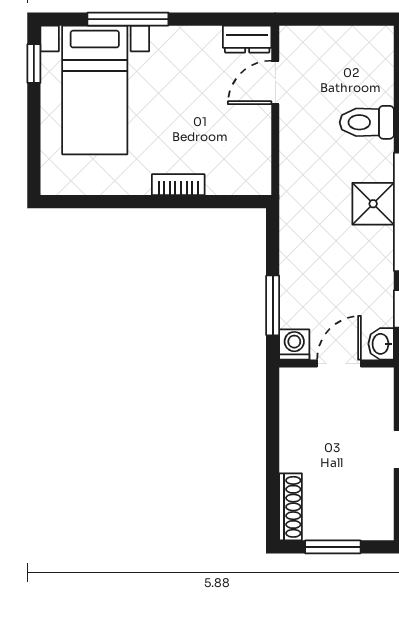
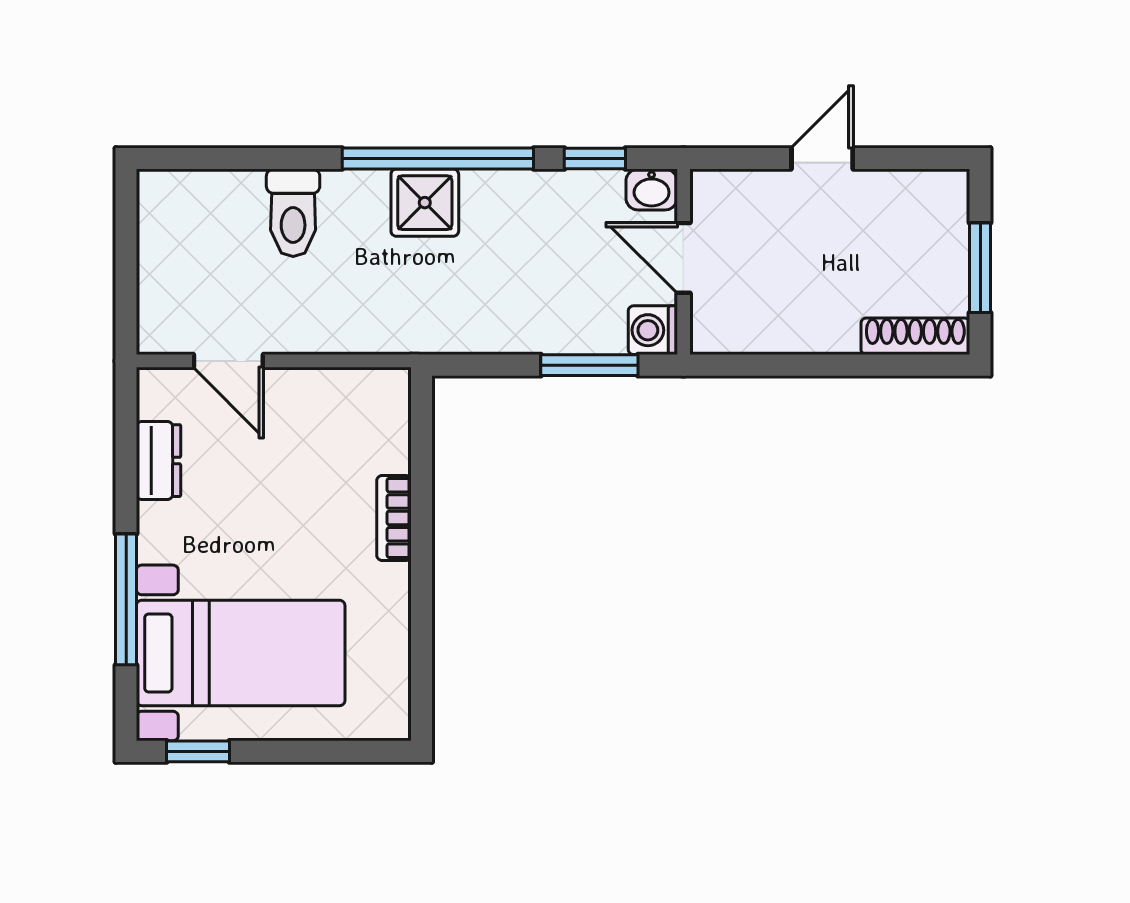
dresser: (247, 39) -> (158, 461), moved

